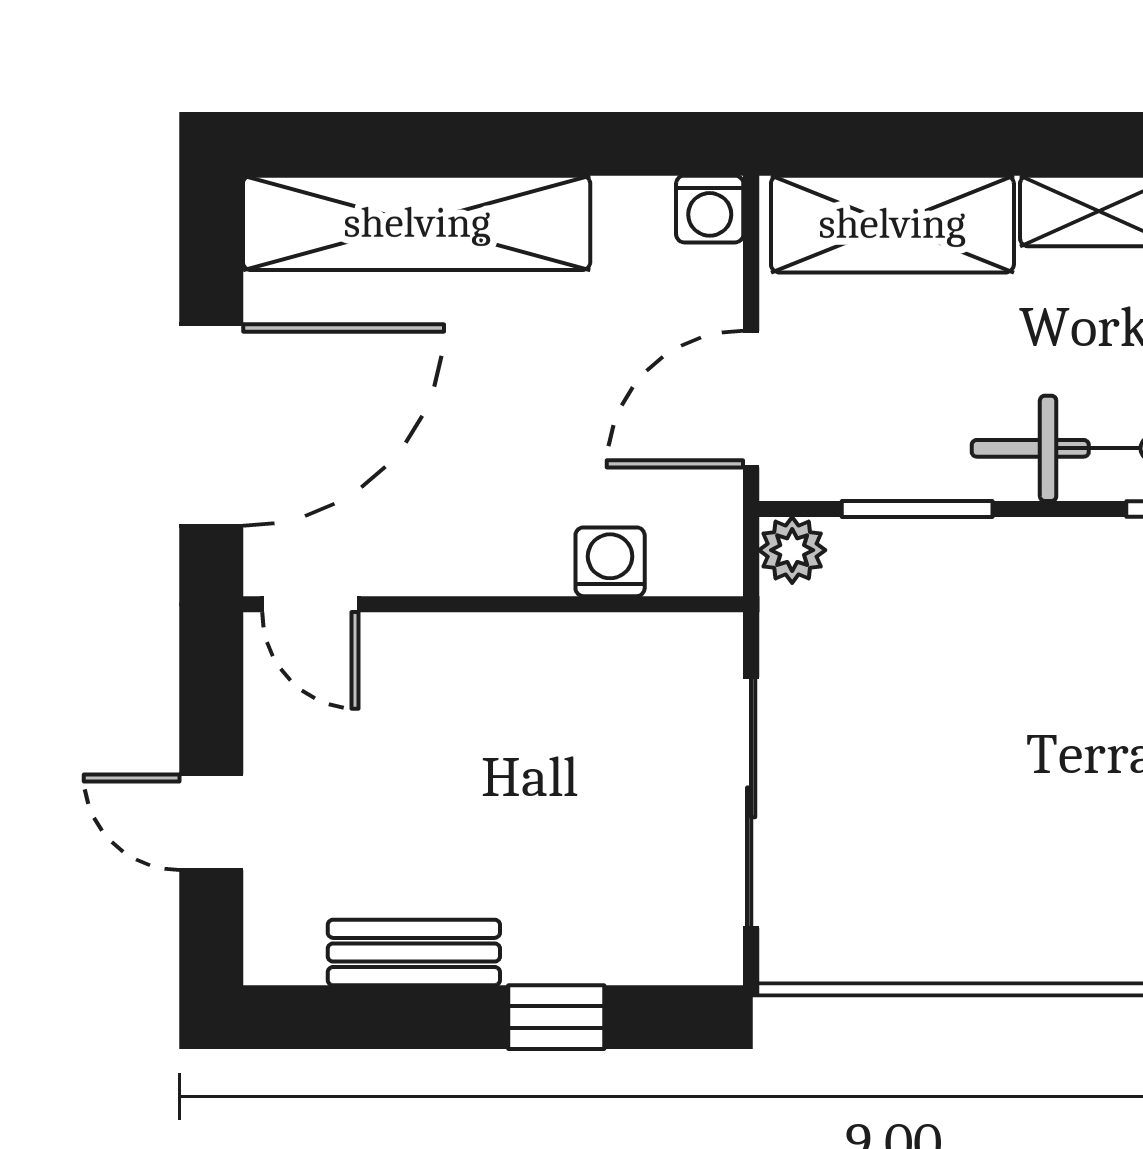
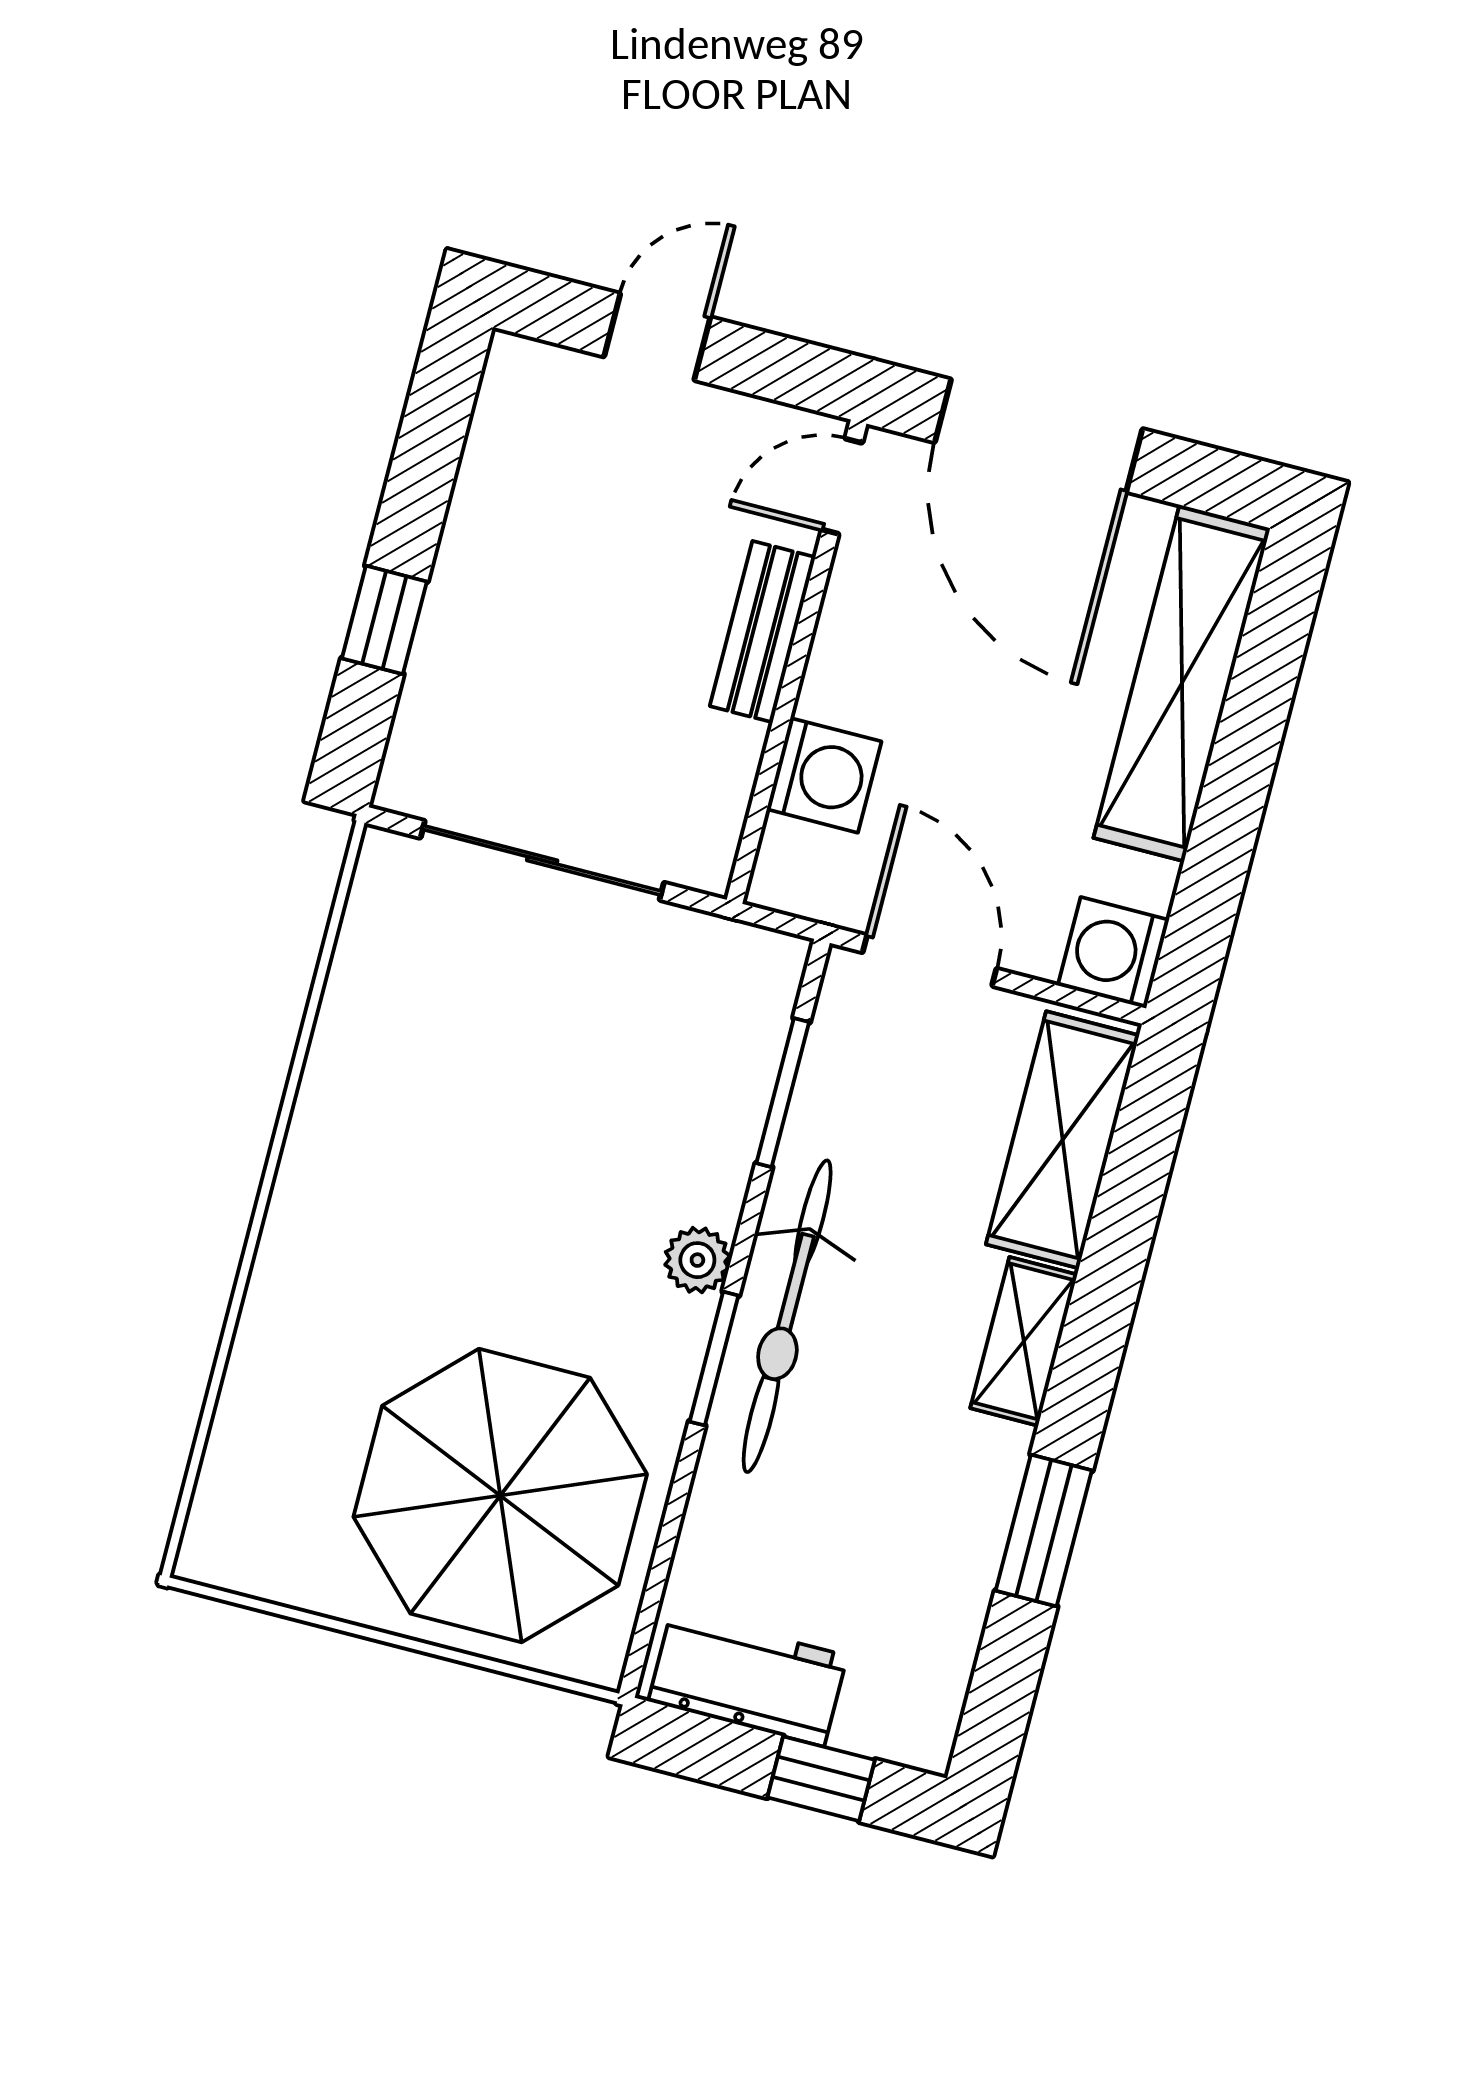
washing machine: (710, 209) -> (1113, 953), width x1.38, depth x1.38
plant: (792, 550) -> (697, 1260), moved
washing machine: (610, 562) -> (824, 775), width x1.38, depth x1.38
bench: (414, 952) -> (763, 632), moved

